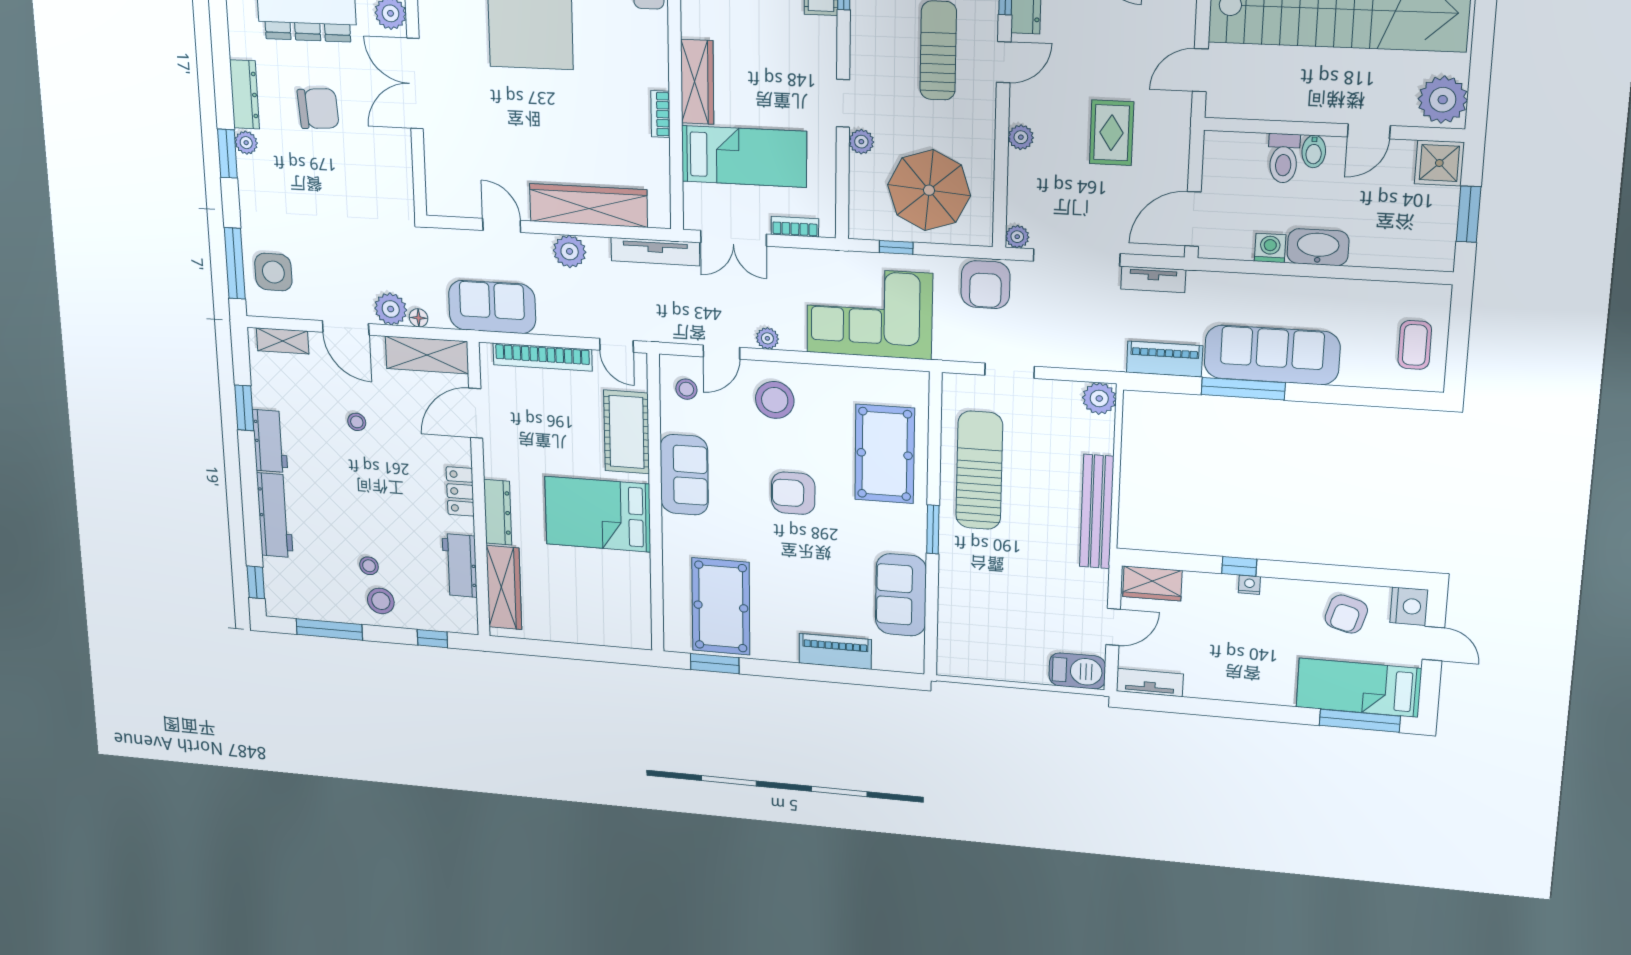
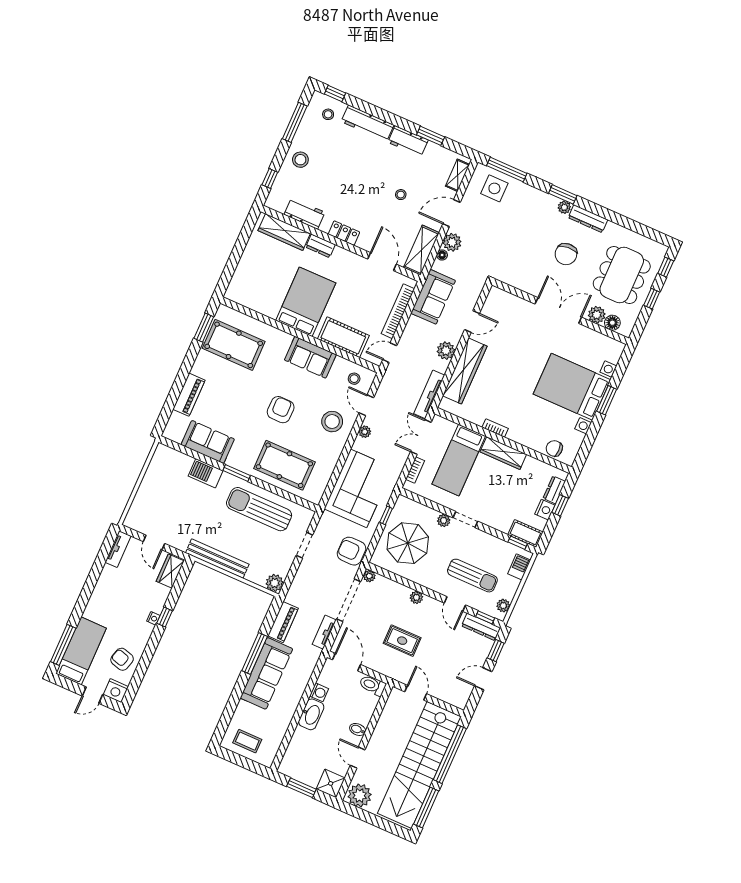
toilet: (1284, 158) -> (373, 685), moved
sun lounger: (979, 470) -> (259, 509), turned 180
dresser: (498, 512) -> (320, 246), width x0.70
stool: (369, 566) -> (328, 114), moved
barbecue: (1077, 671) -> (206, 473), moved, turned 90

